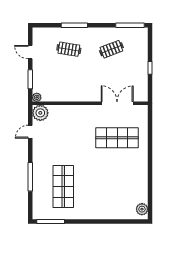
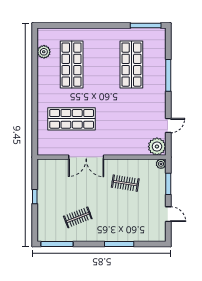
clothes rail: (69, 49) -> (125, 183), moved
double door: (117, 103) -> (86, 157), moved
shop shelf: (117, 187) -> (72, 65), added
plant: (142, 209) -> (44, 52), moved

